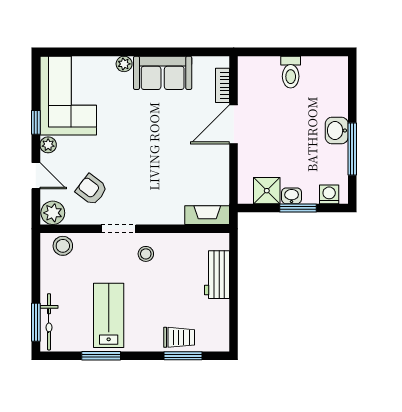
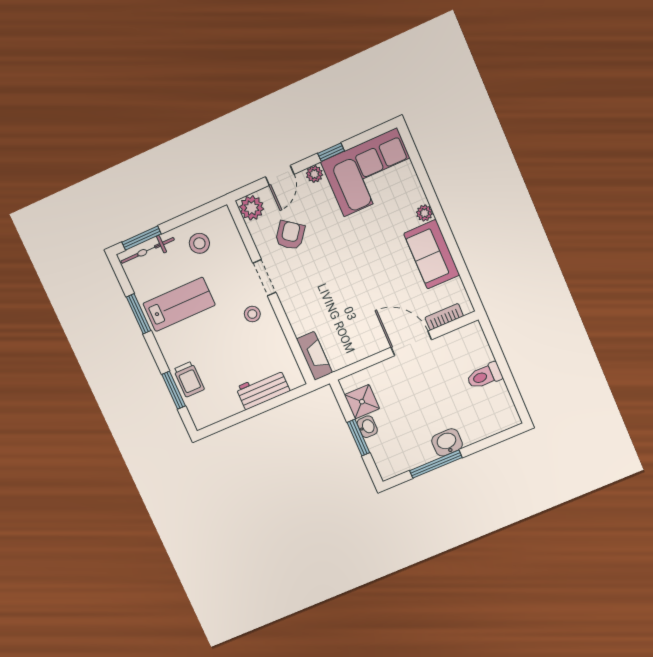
washing machine: (329, 194) -> (384, 461), removed
stool: (63, 246) -> (199, 243), moved

